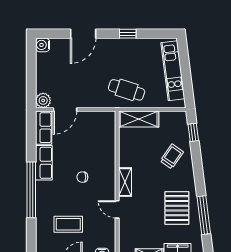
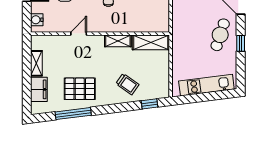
cafe table: (127, 90) -> (220, 35), moved
shelving: (139, 119) -> (151, 42), moved, turned 90
shelving: (125, 182) -> (118, 41), moved

